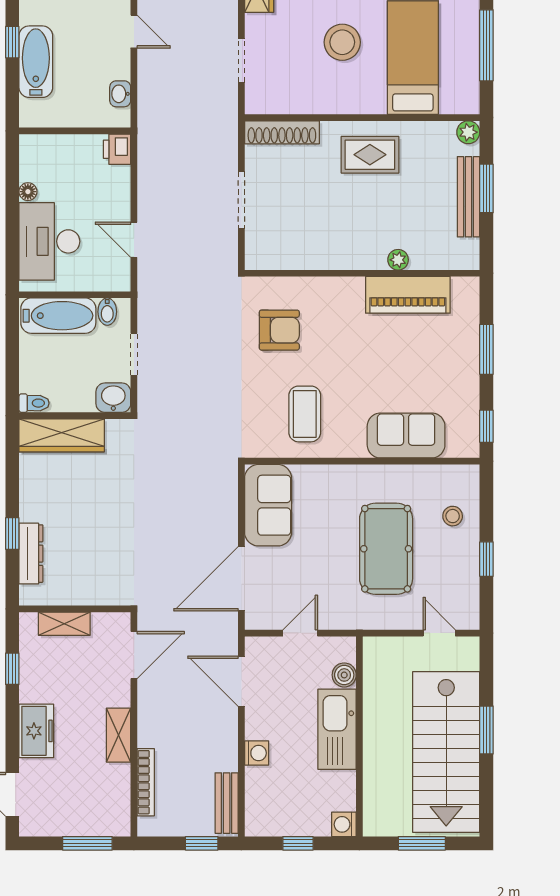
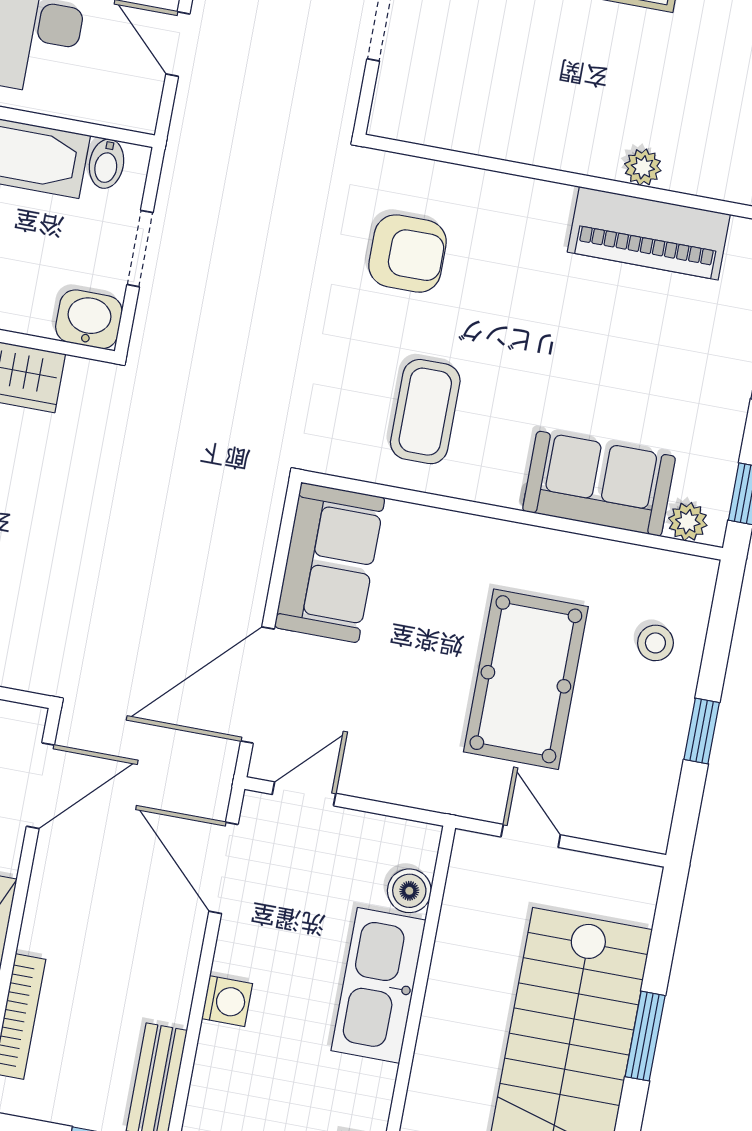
plant: (458, 447) -> (688, 522), added
door: (300, 633) -> (304, 794), moved
door: (439, 633) -> (531, 836), moved

